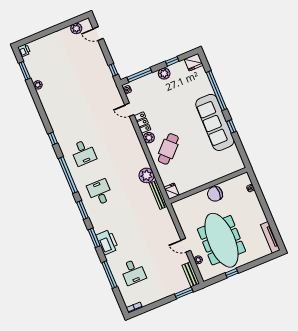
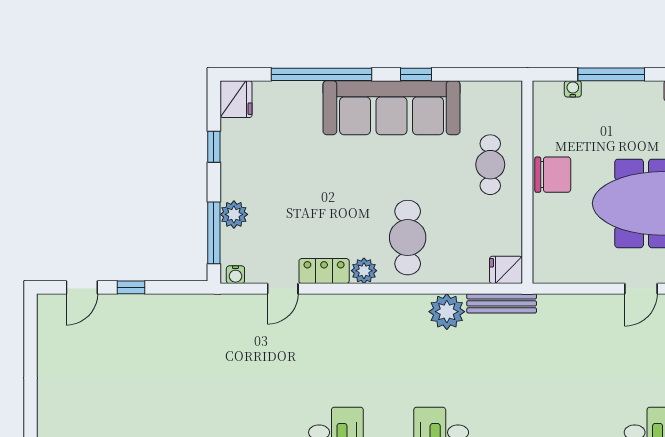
plant: (76, 28) -> (50, 332), removed
window: (113, 70) -> (131, 287), moved
plant: (164, 74) -> (234, 214), moved
cafe table: (168, 149) -> (408, 238), turned 45
cafe table: (209, 169) -> (490, 165), added
chair: (215, 194) -> (553, 175), turned -90
window: (262, 200) -> (611, 74), added

